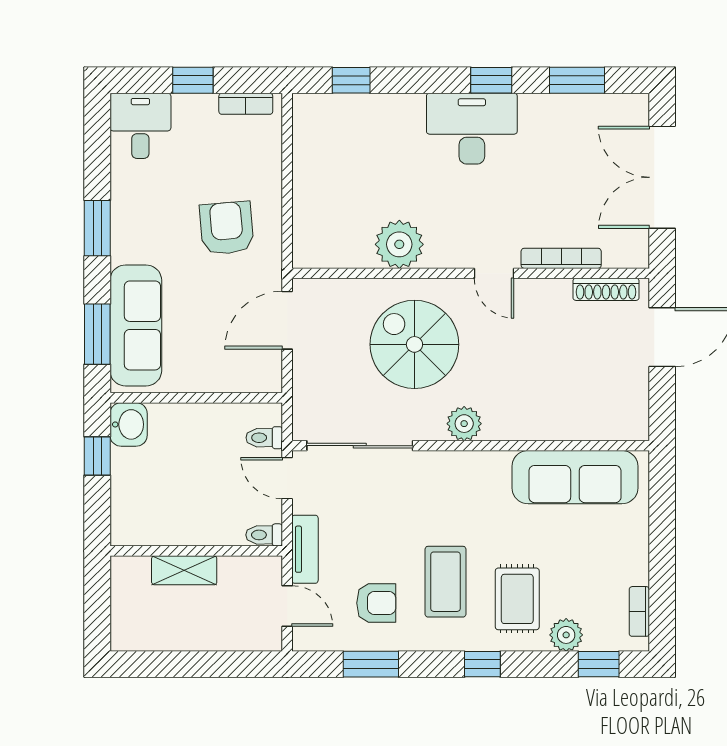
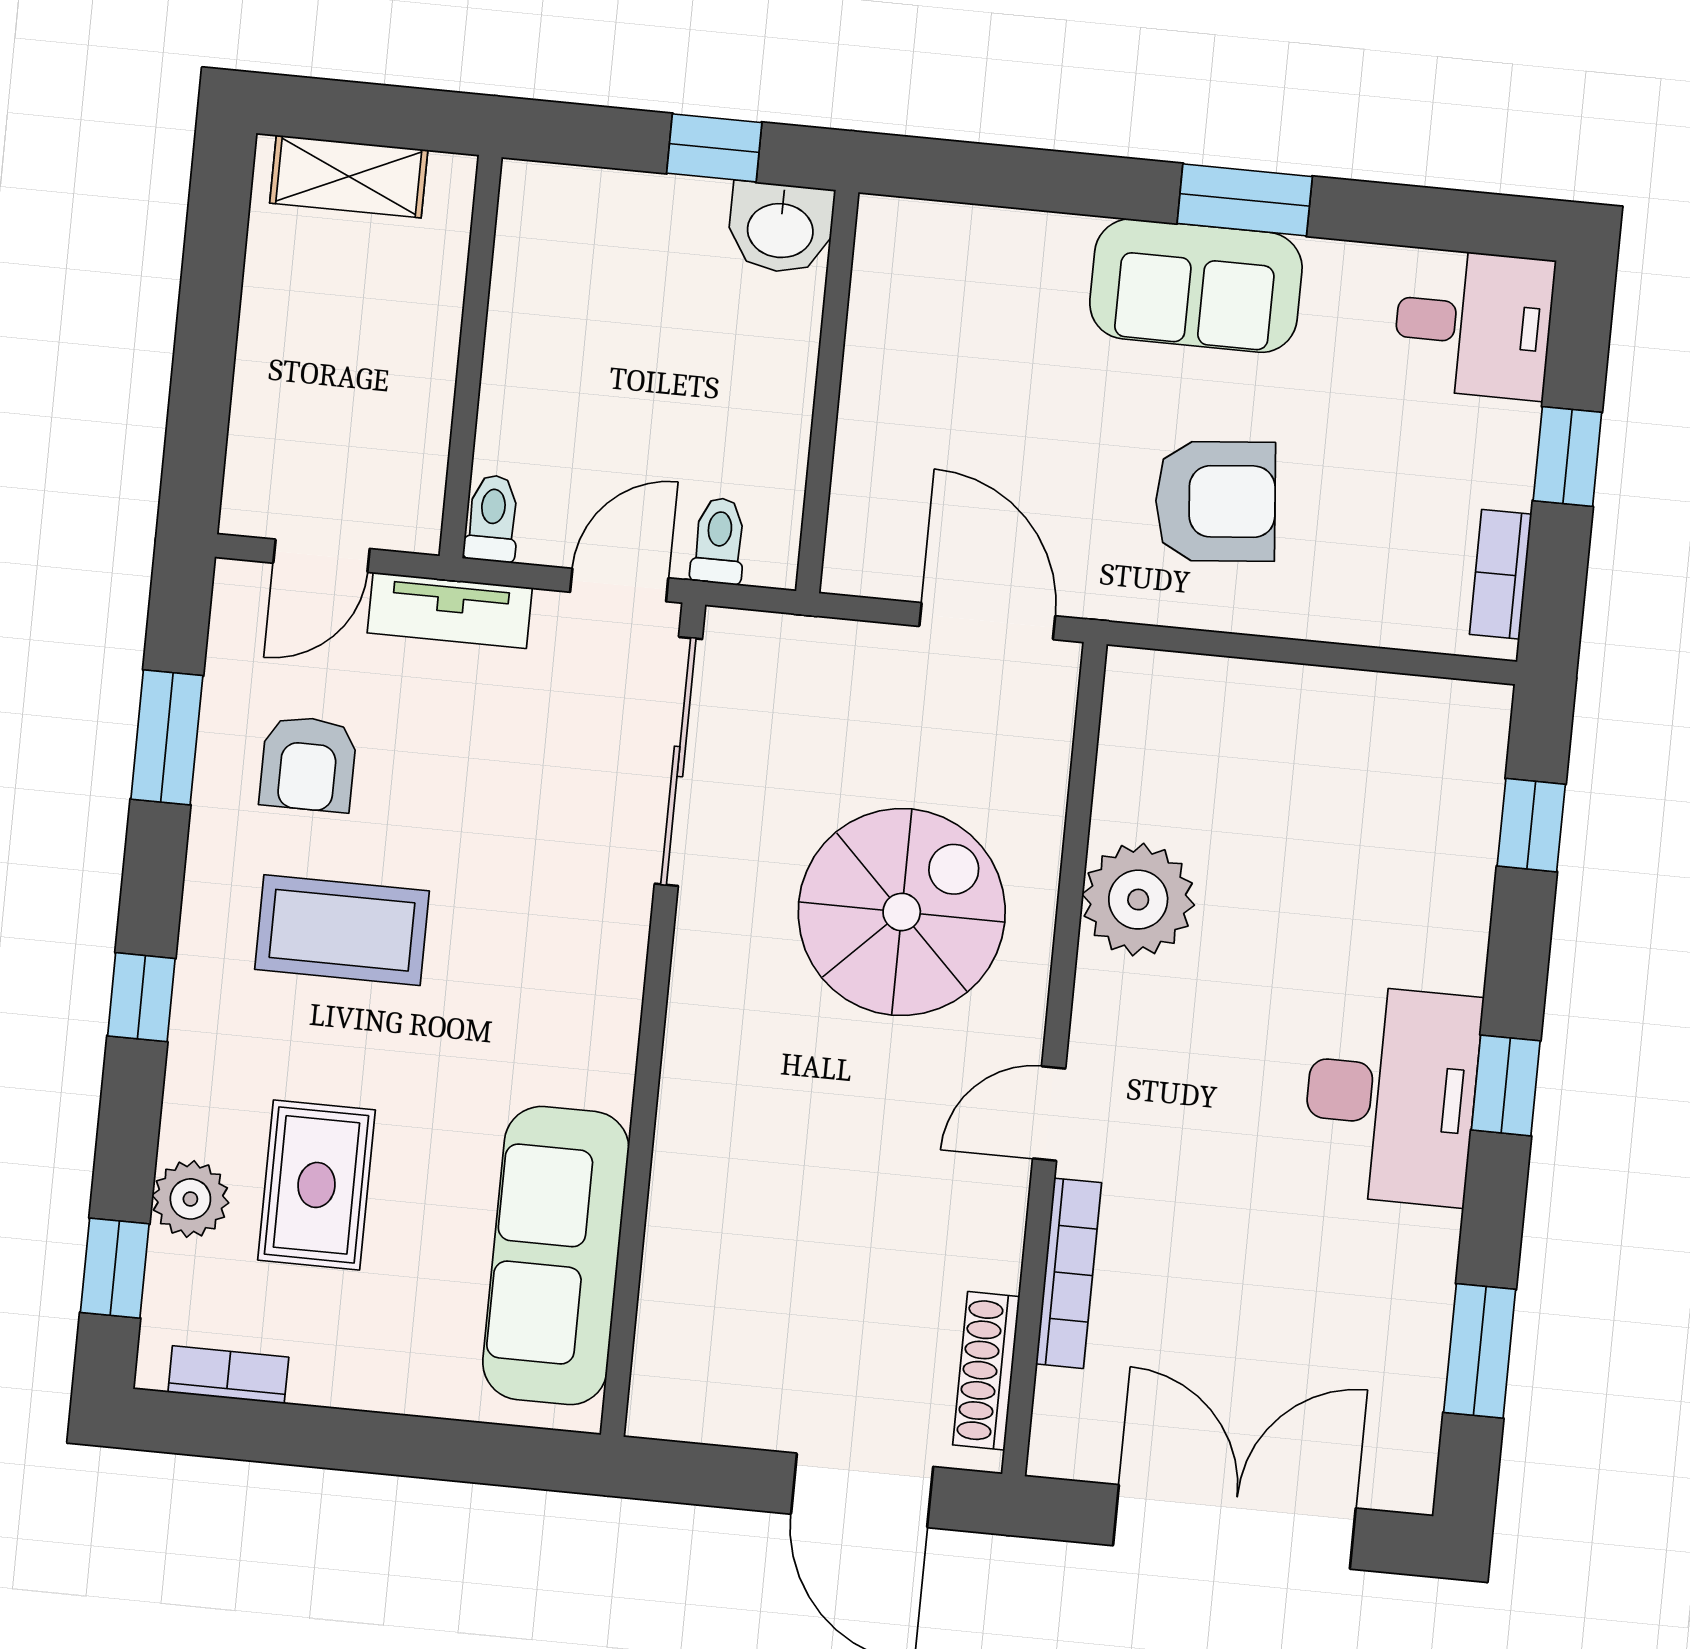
window: (491, 80) -> (1506, 1085), moved
sofa: (136, 325) -> (1196, 286), moved, width x0.73
window: (97, 334) -> (998, 176), removed
plant: (464, 424) -> (706, 1010), removed
shelving: (184, 570) -> (349, 176), moved, turned 90
rug: (517, 599) -> (317, 1185), moved, turned 90

